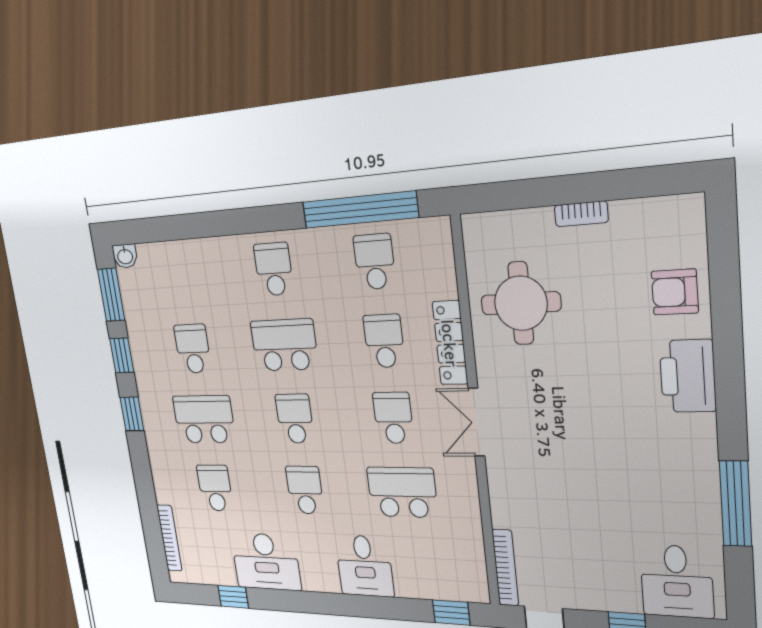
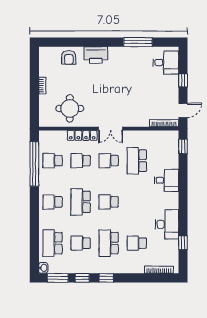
school desk: (305, 490) -> (53, 243), moved, width x1.85

